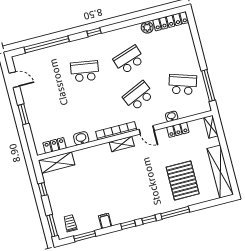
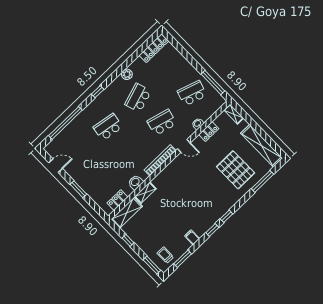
plant: (147, 27) -> (127, 74), moved
school desk: (138, 96) -> (162, 122), turned 39
shelving: (122, 144) -> (145, 193), moved
window: (175, 213) -> (262, 181), moved

